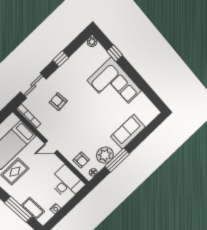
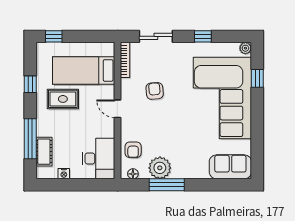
corner sofa: (115, 86) -> (222, 98), width x1.36, depth x1.36
armchair: (58, 102) -> (155, 91), moved
sofa: (128, 132) -> (230, 167), moved

